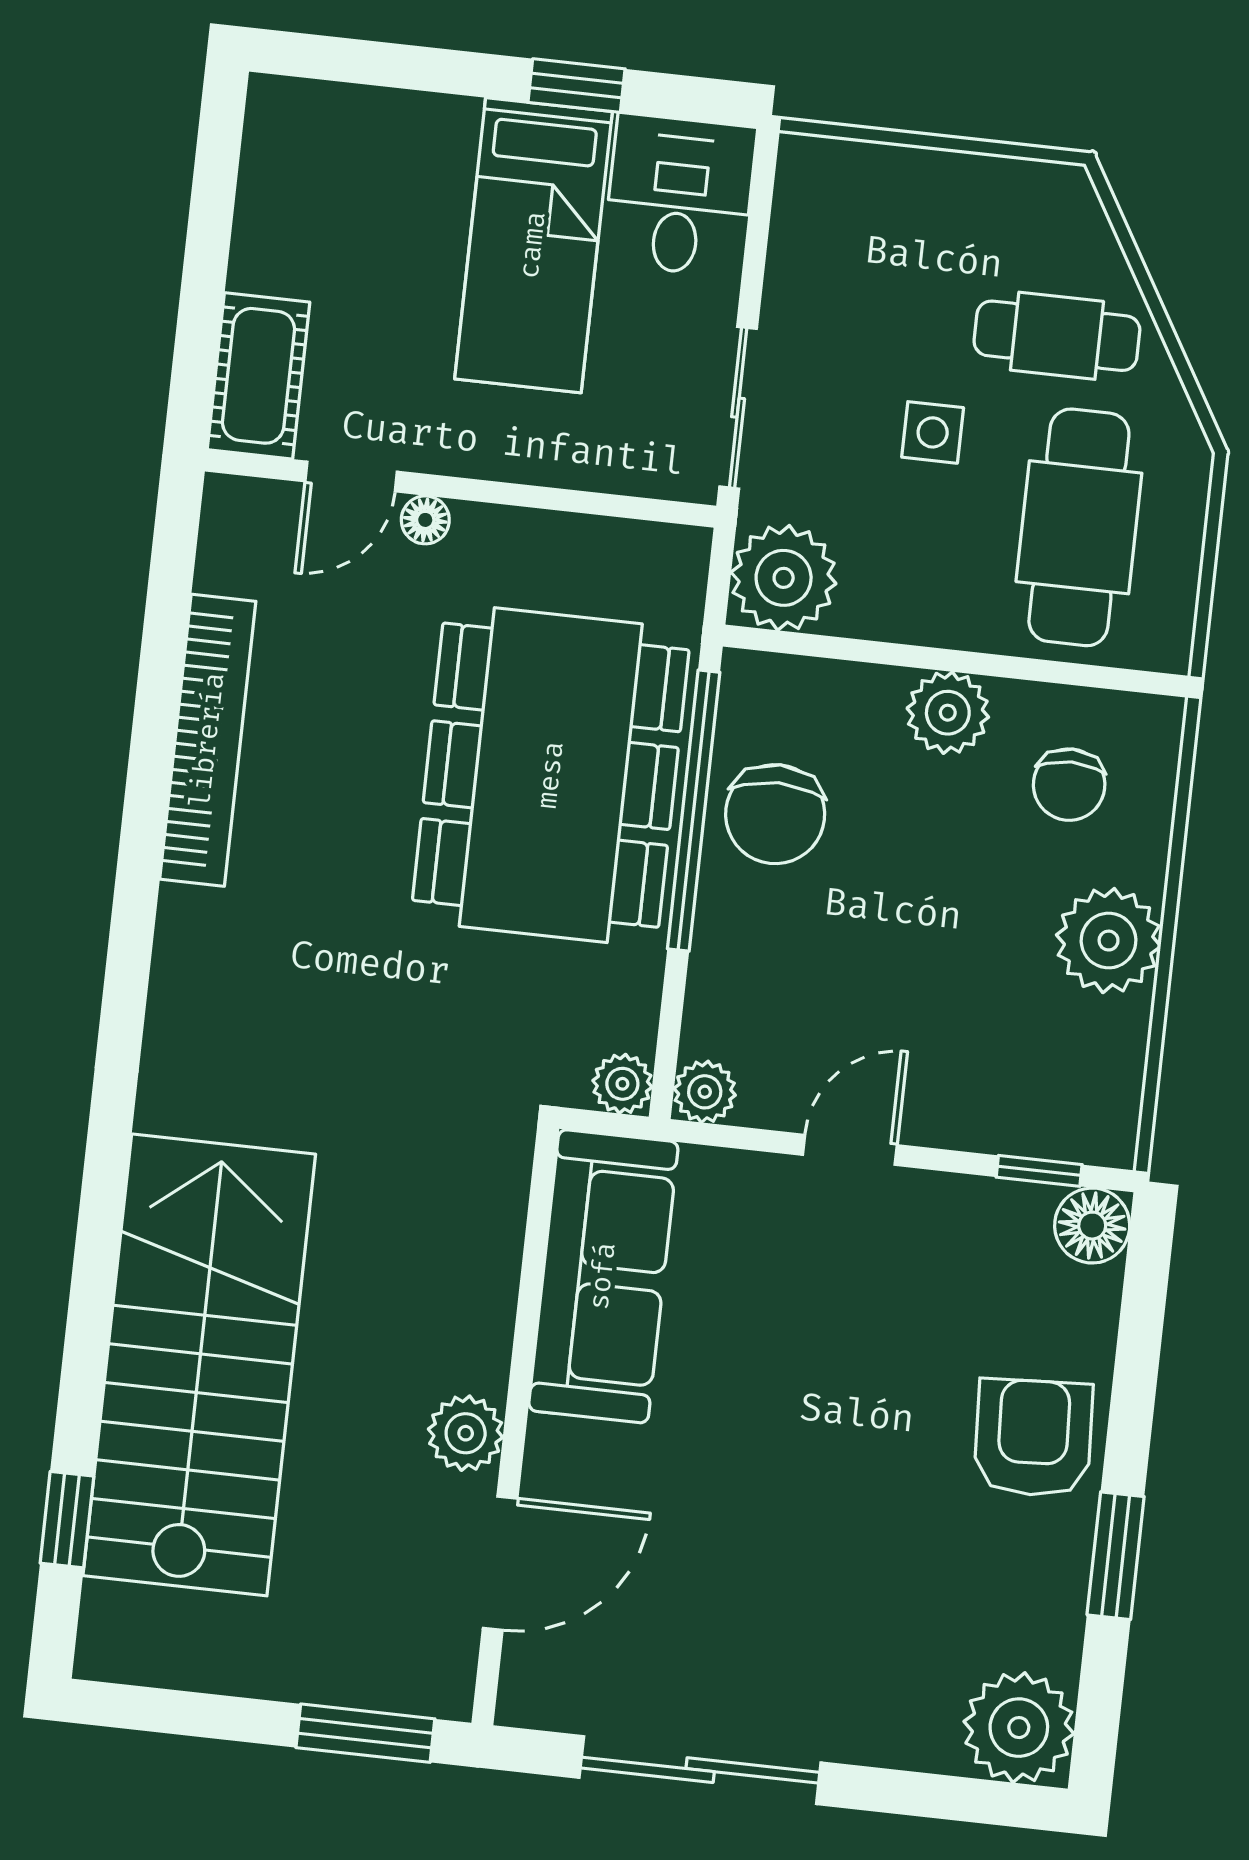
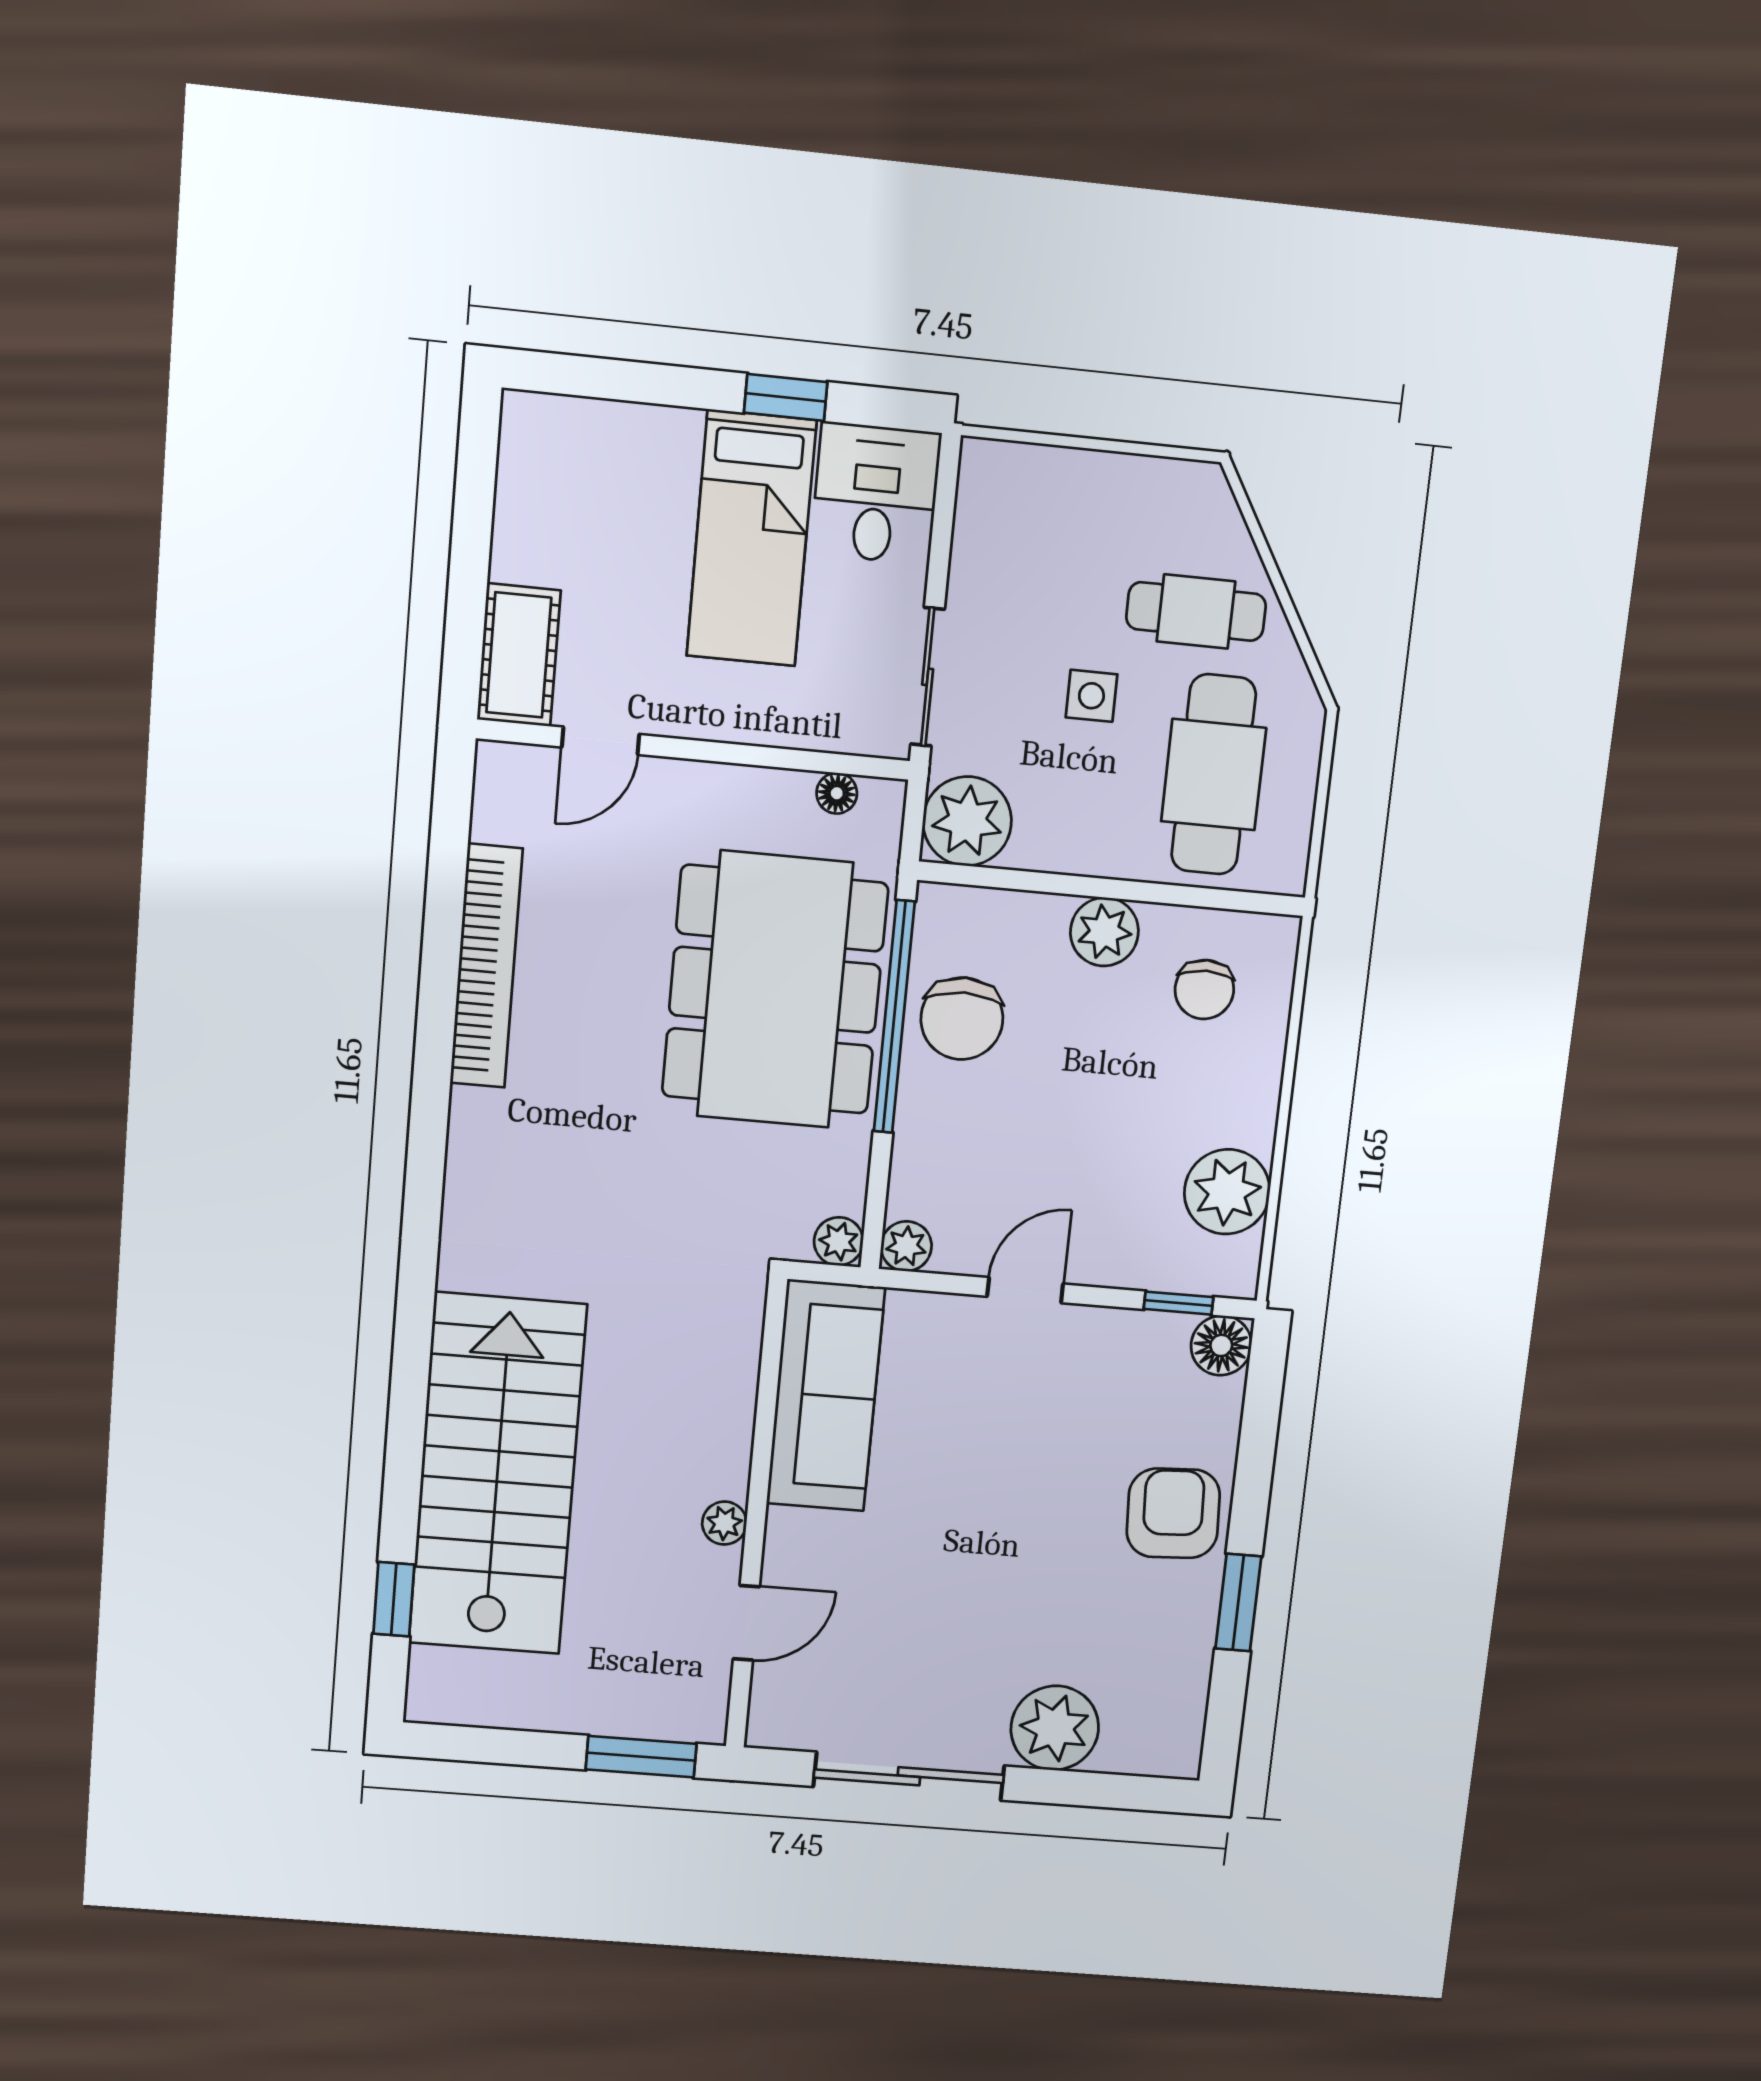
floor lamp: (425, 520) -> (837, 793), moved
plant: (1109, 941) -> (1227, 1192), moved
plant: (466, 1433) -> (724, 1523), width x0.73, depth x0.73
door: (500, 1563) -> (746, 1623), width x0.73
plant: (1019, 1728) -> (1055, 1728), moved

